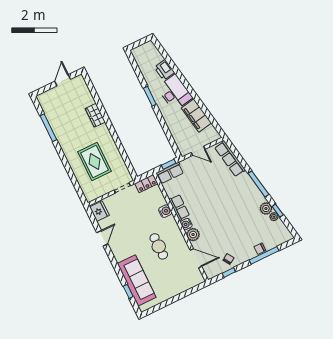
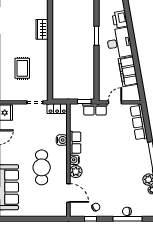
door: (198, 151) -> (115, 102), swing flipped
rug: (94, 162) -> (22, 68), width x0.73, depth x0.70
row of seats: (170, 173) -> (95, 109), moved
cafe table: (159, 246) -> (42, 167), width x1.37, depth x1.35

